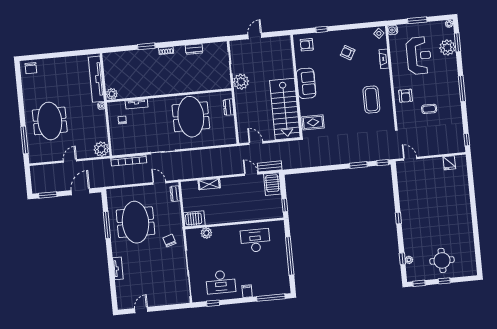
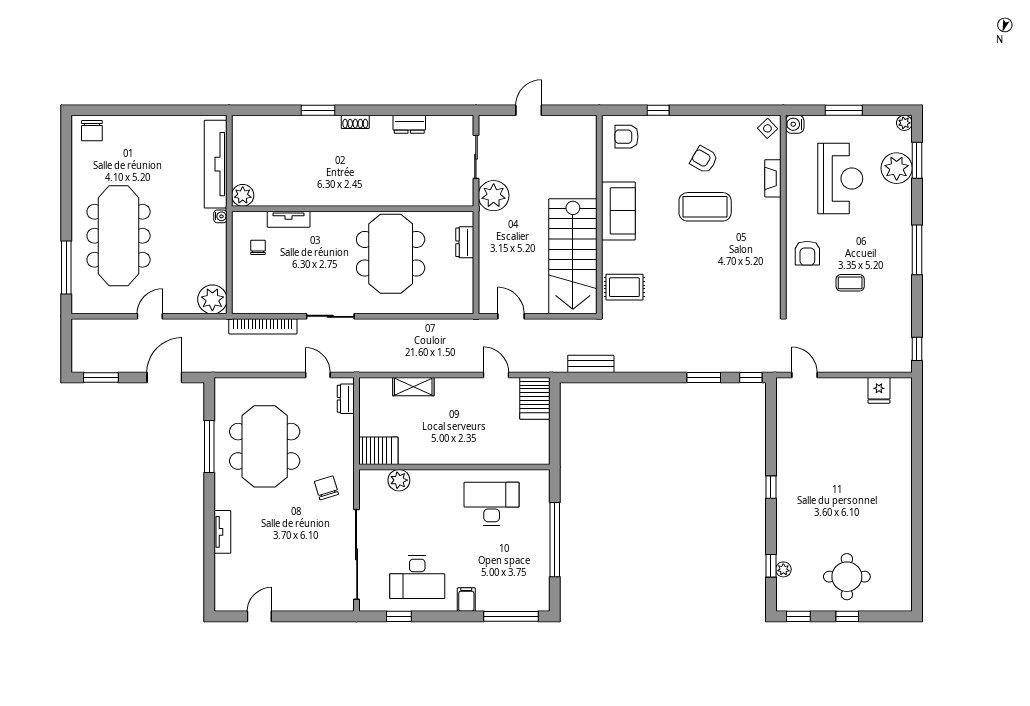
coffee table: (371, 100) -> (705, 207), moved, turned 90
meeting table: (50, 121) -> (119, 236), width x1.36
bench: (270, 166) -> (591, 364), moved
window: (285, 205) -> (555, 441), removed

